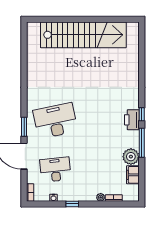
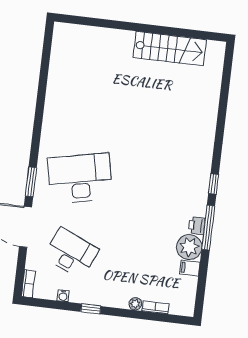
stairs: (83, 35) -> (170, 49), width x0.54, depth x0.66
printer: (132, 120) -> (197, 226), moved, width x0.53, depth x0.68
desk: (55, 170) -> (71, 253), turned 30
filing cabinet: (133, 175) -> (190, 268), width x0.50

